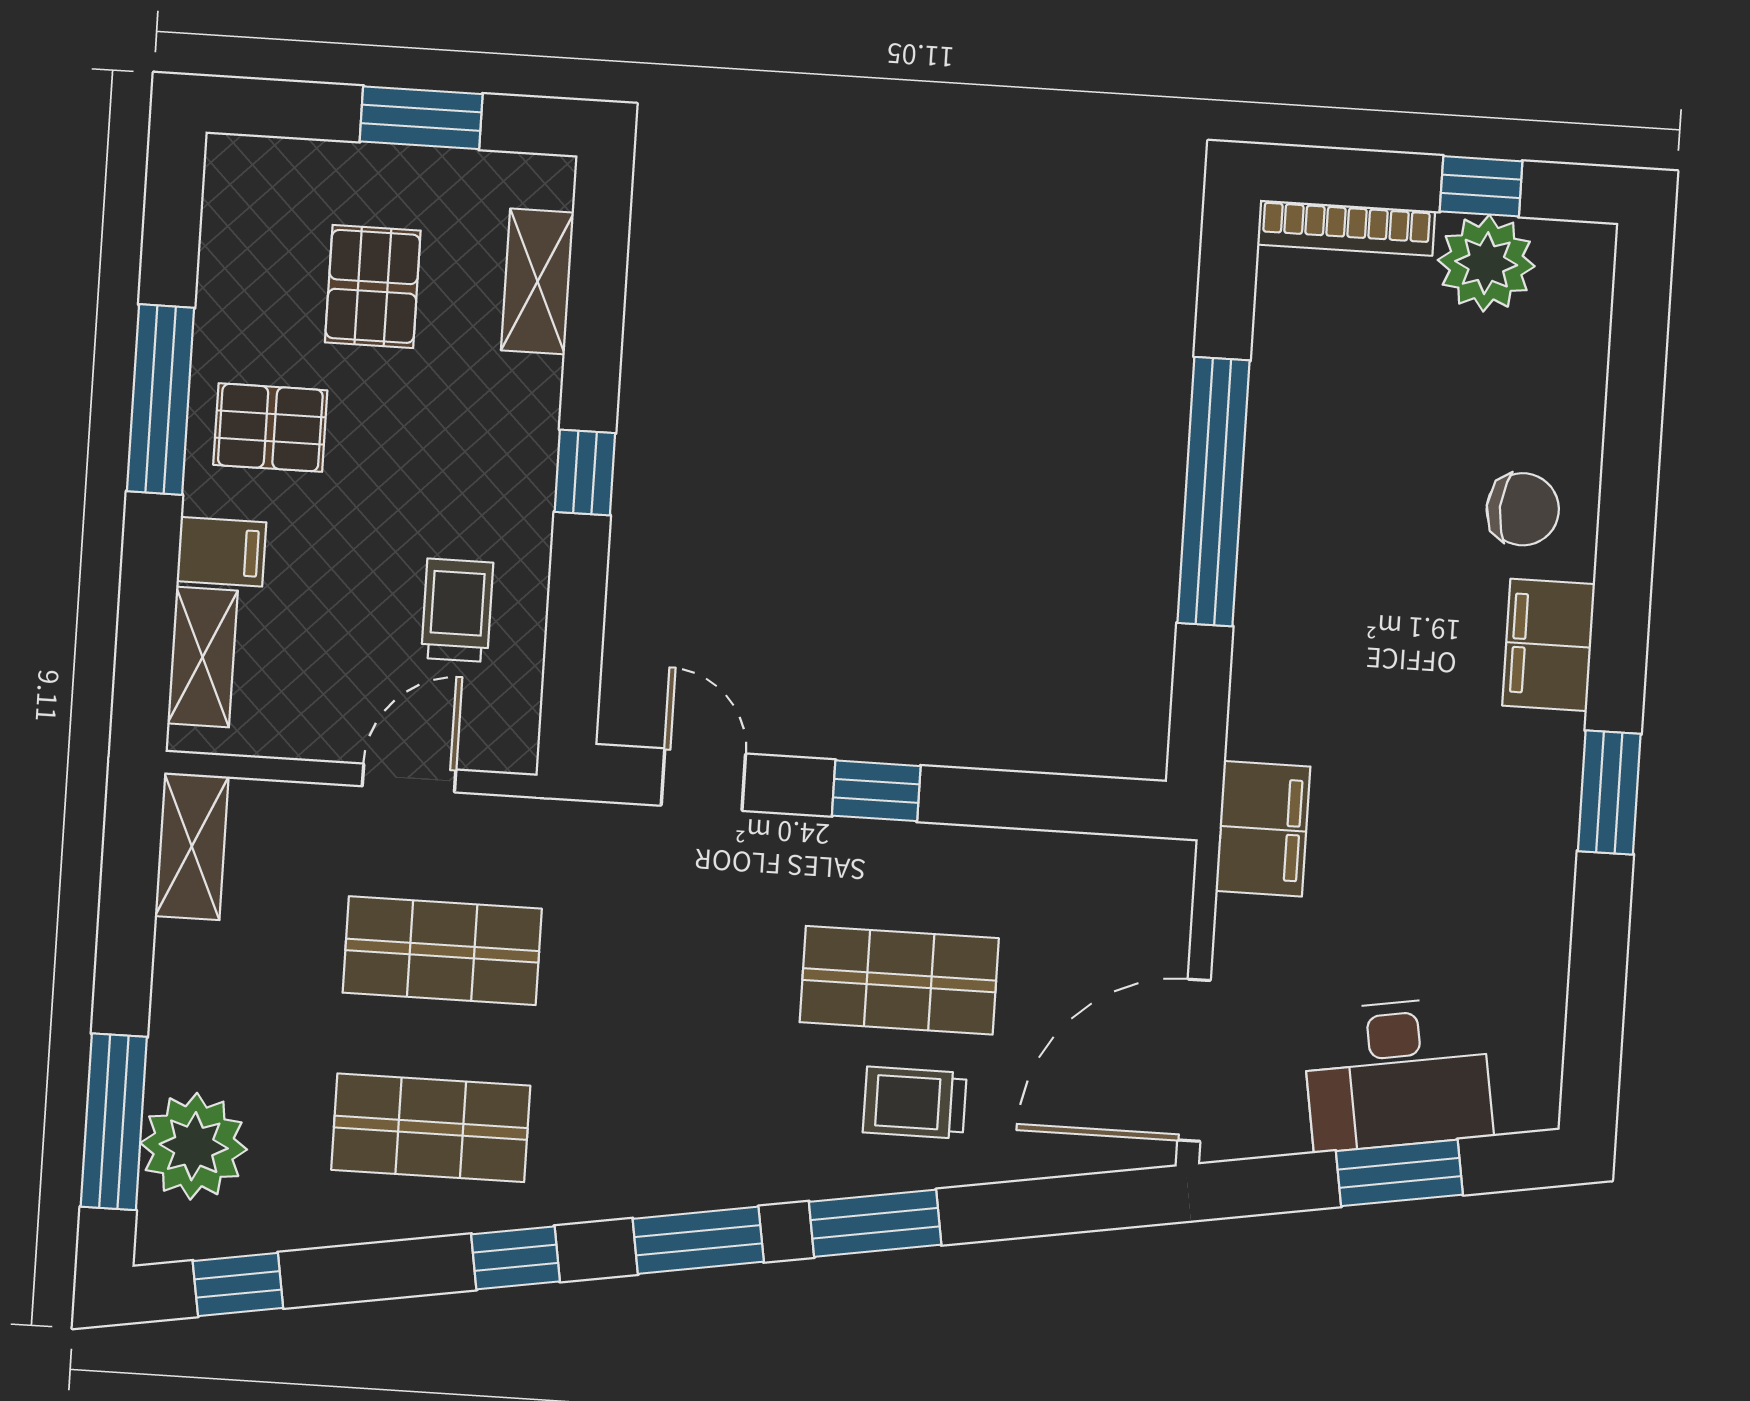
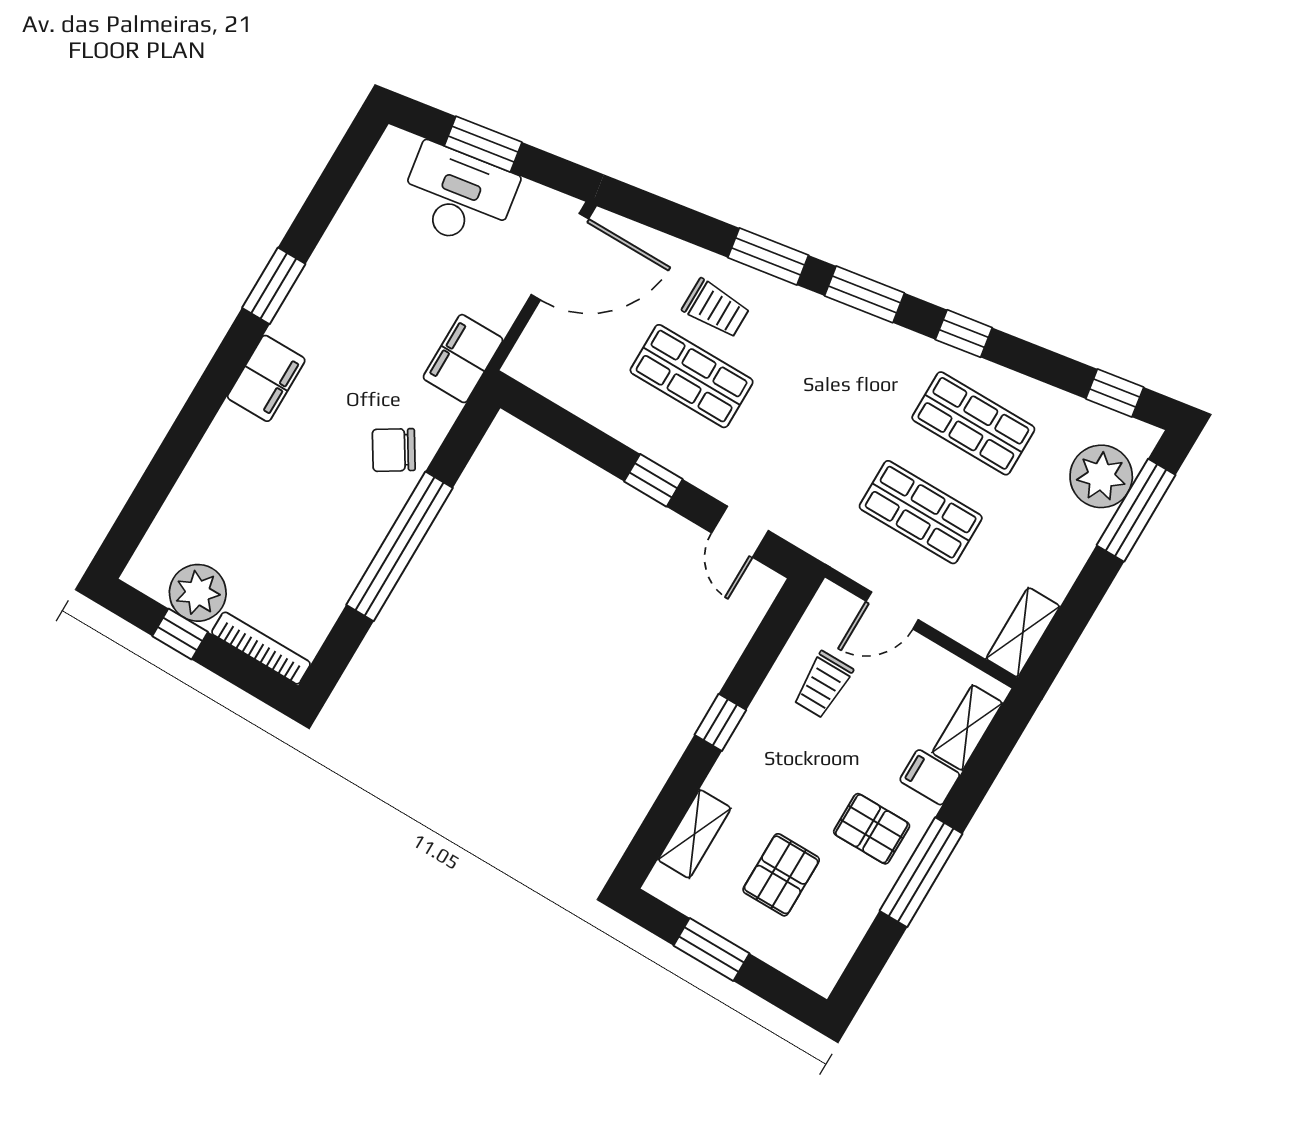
chair: (1523, 509) -> (394, 450), moved, turned -35

